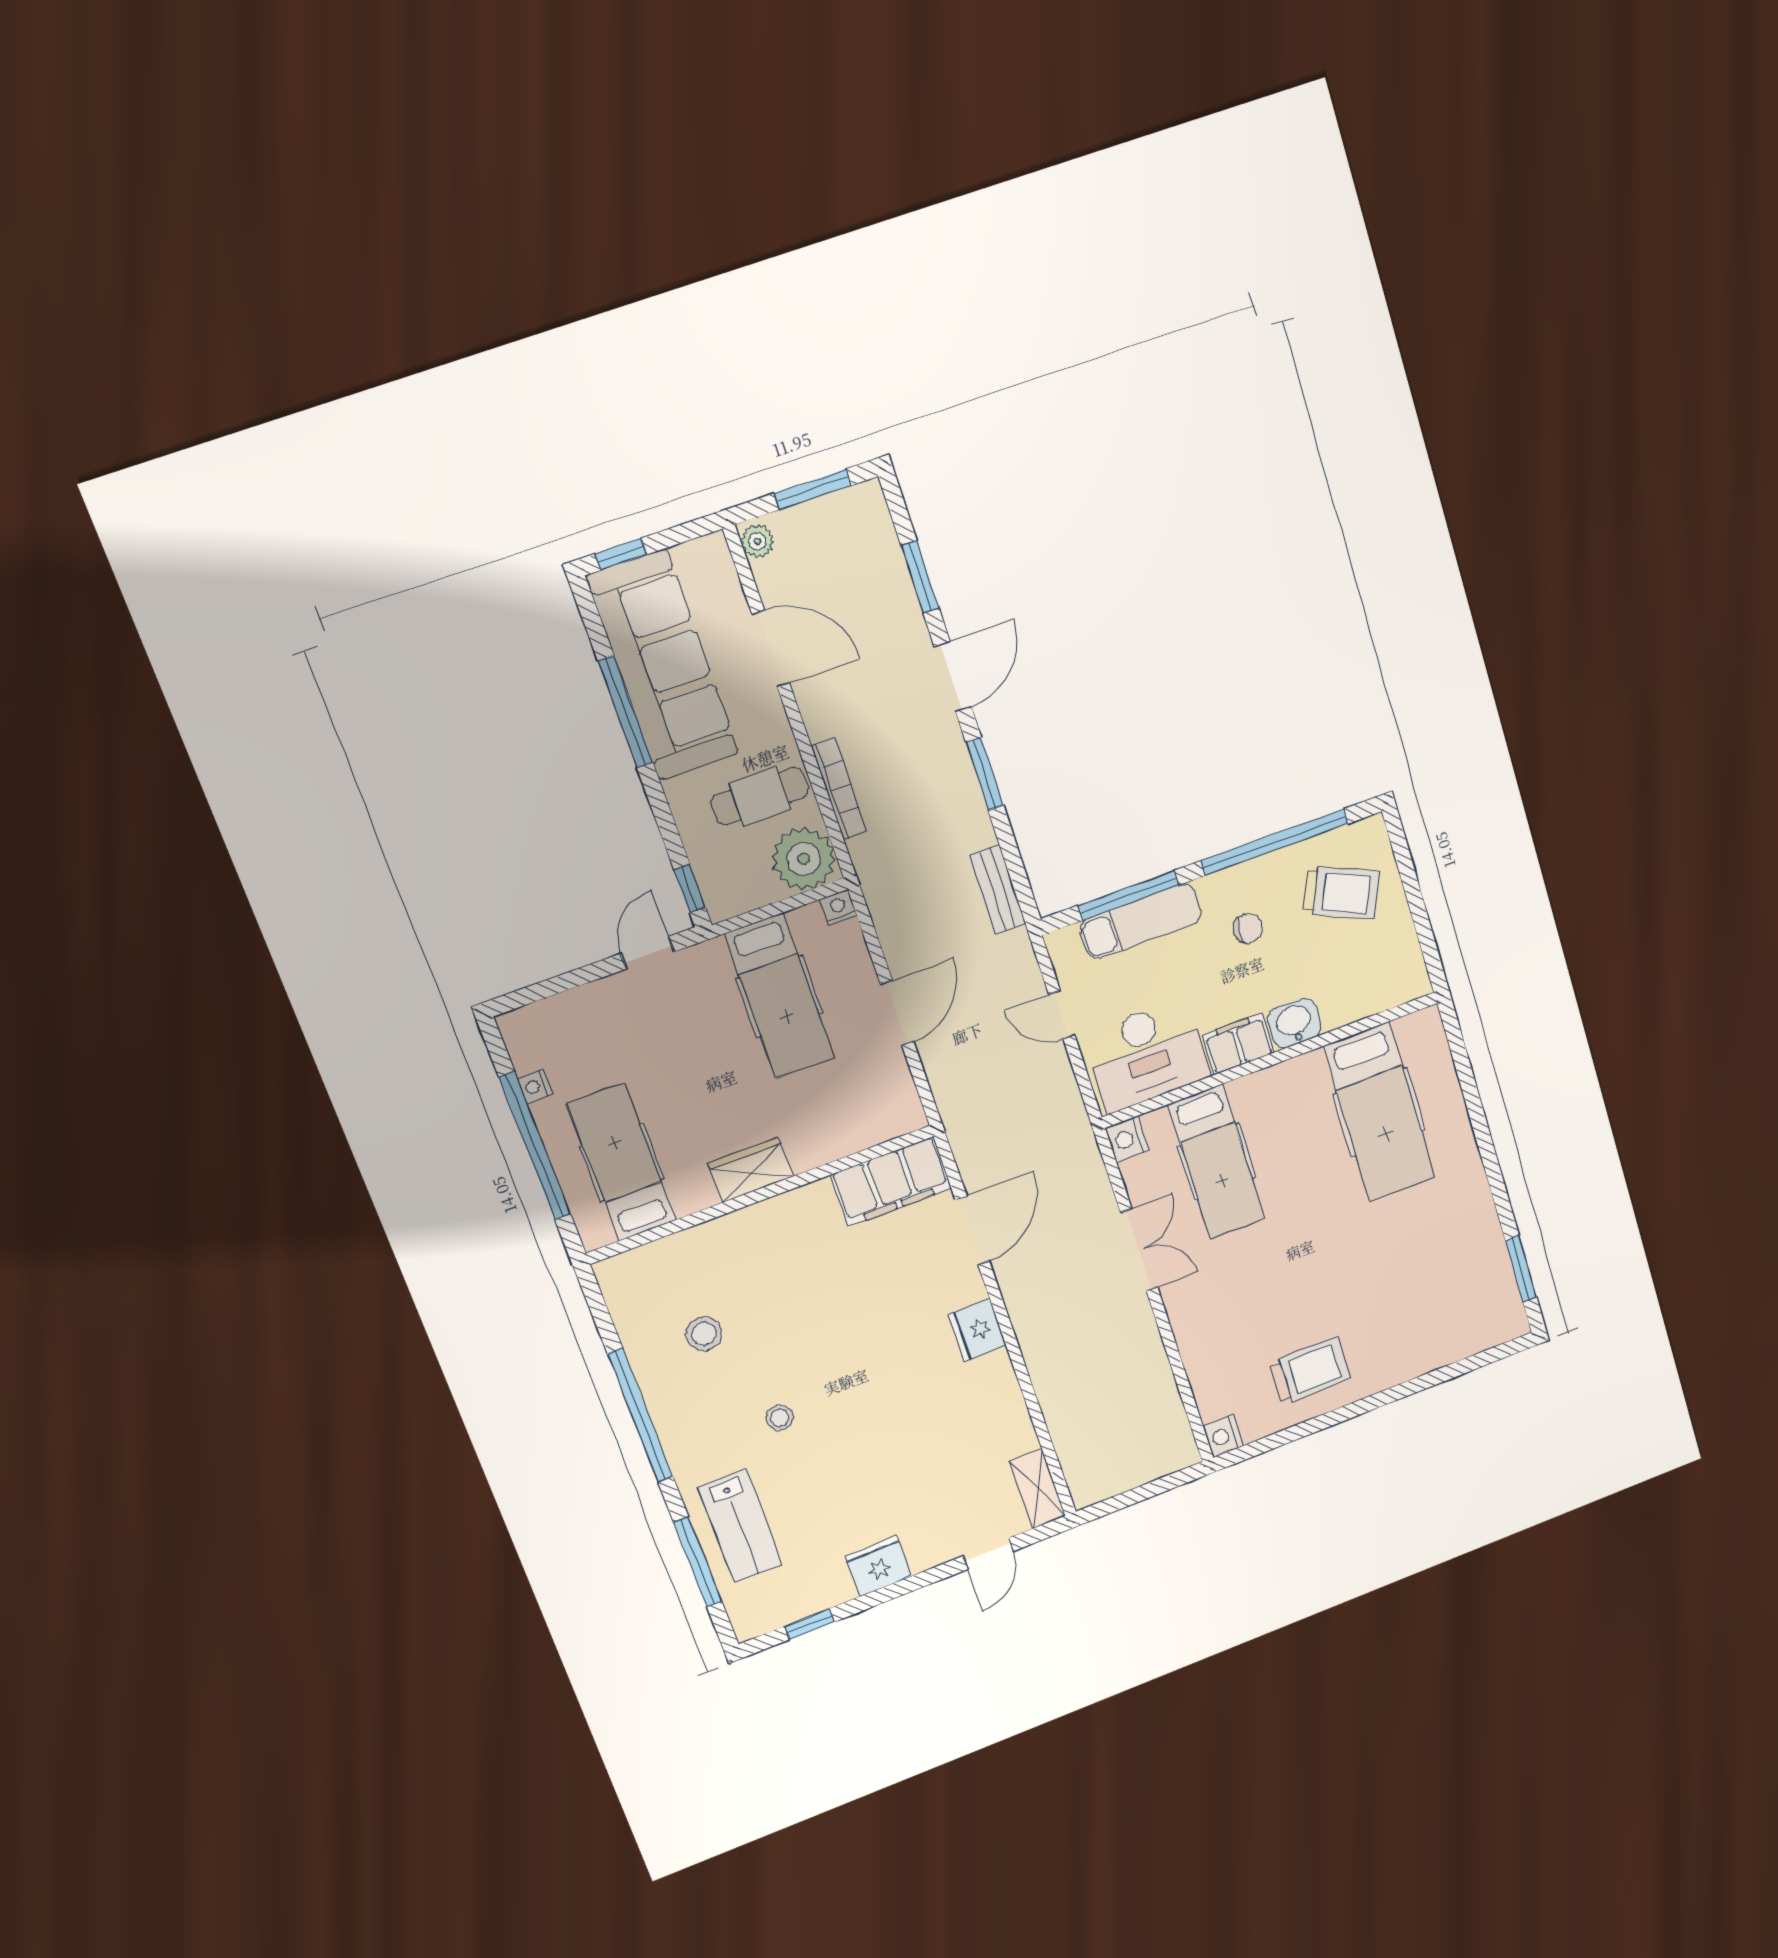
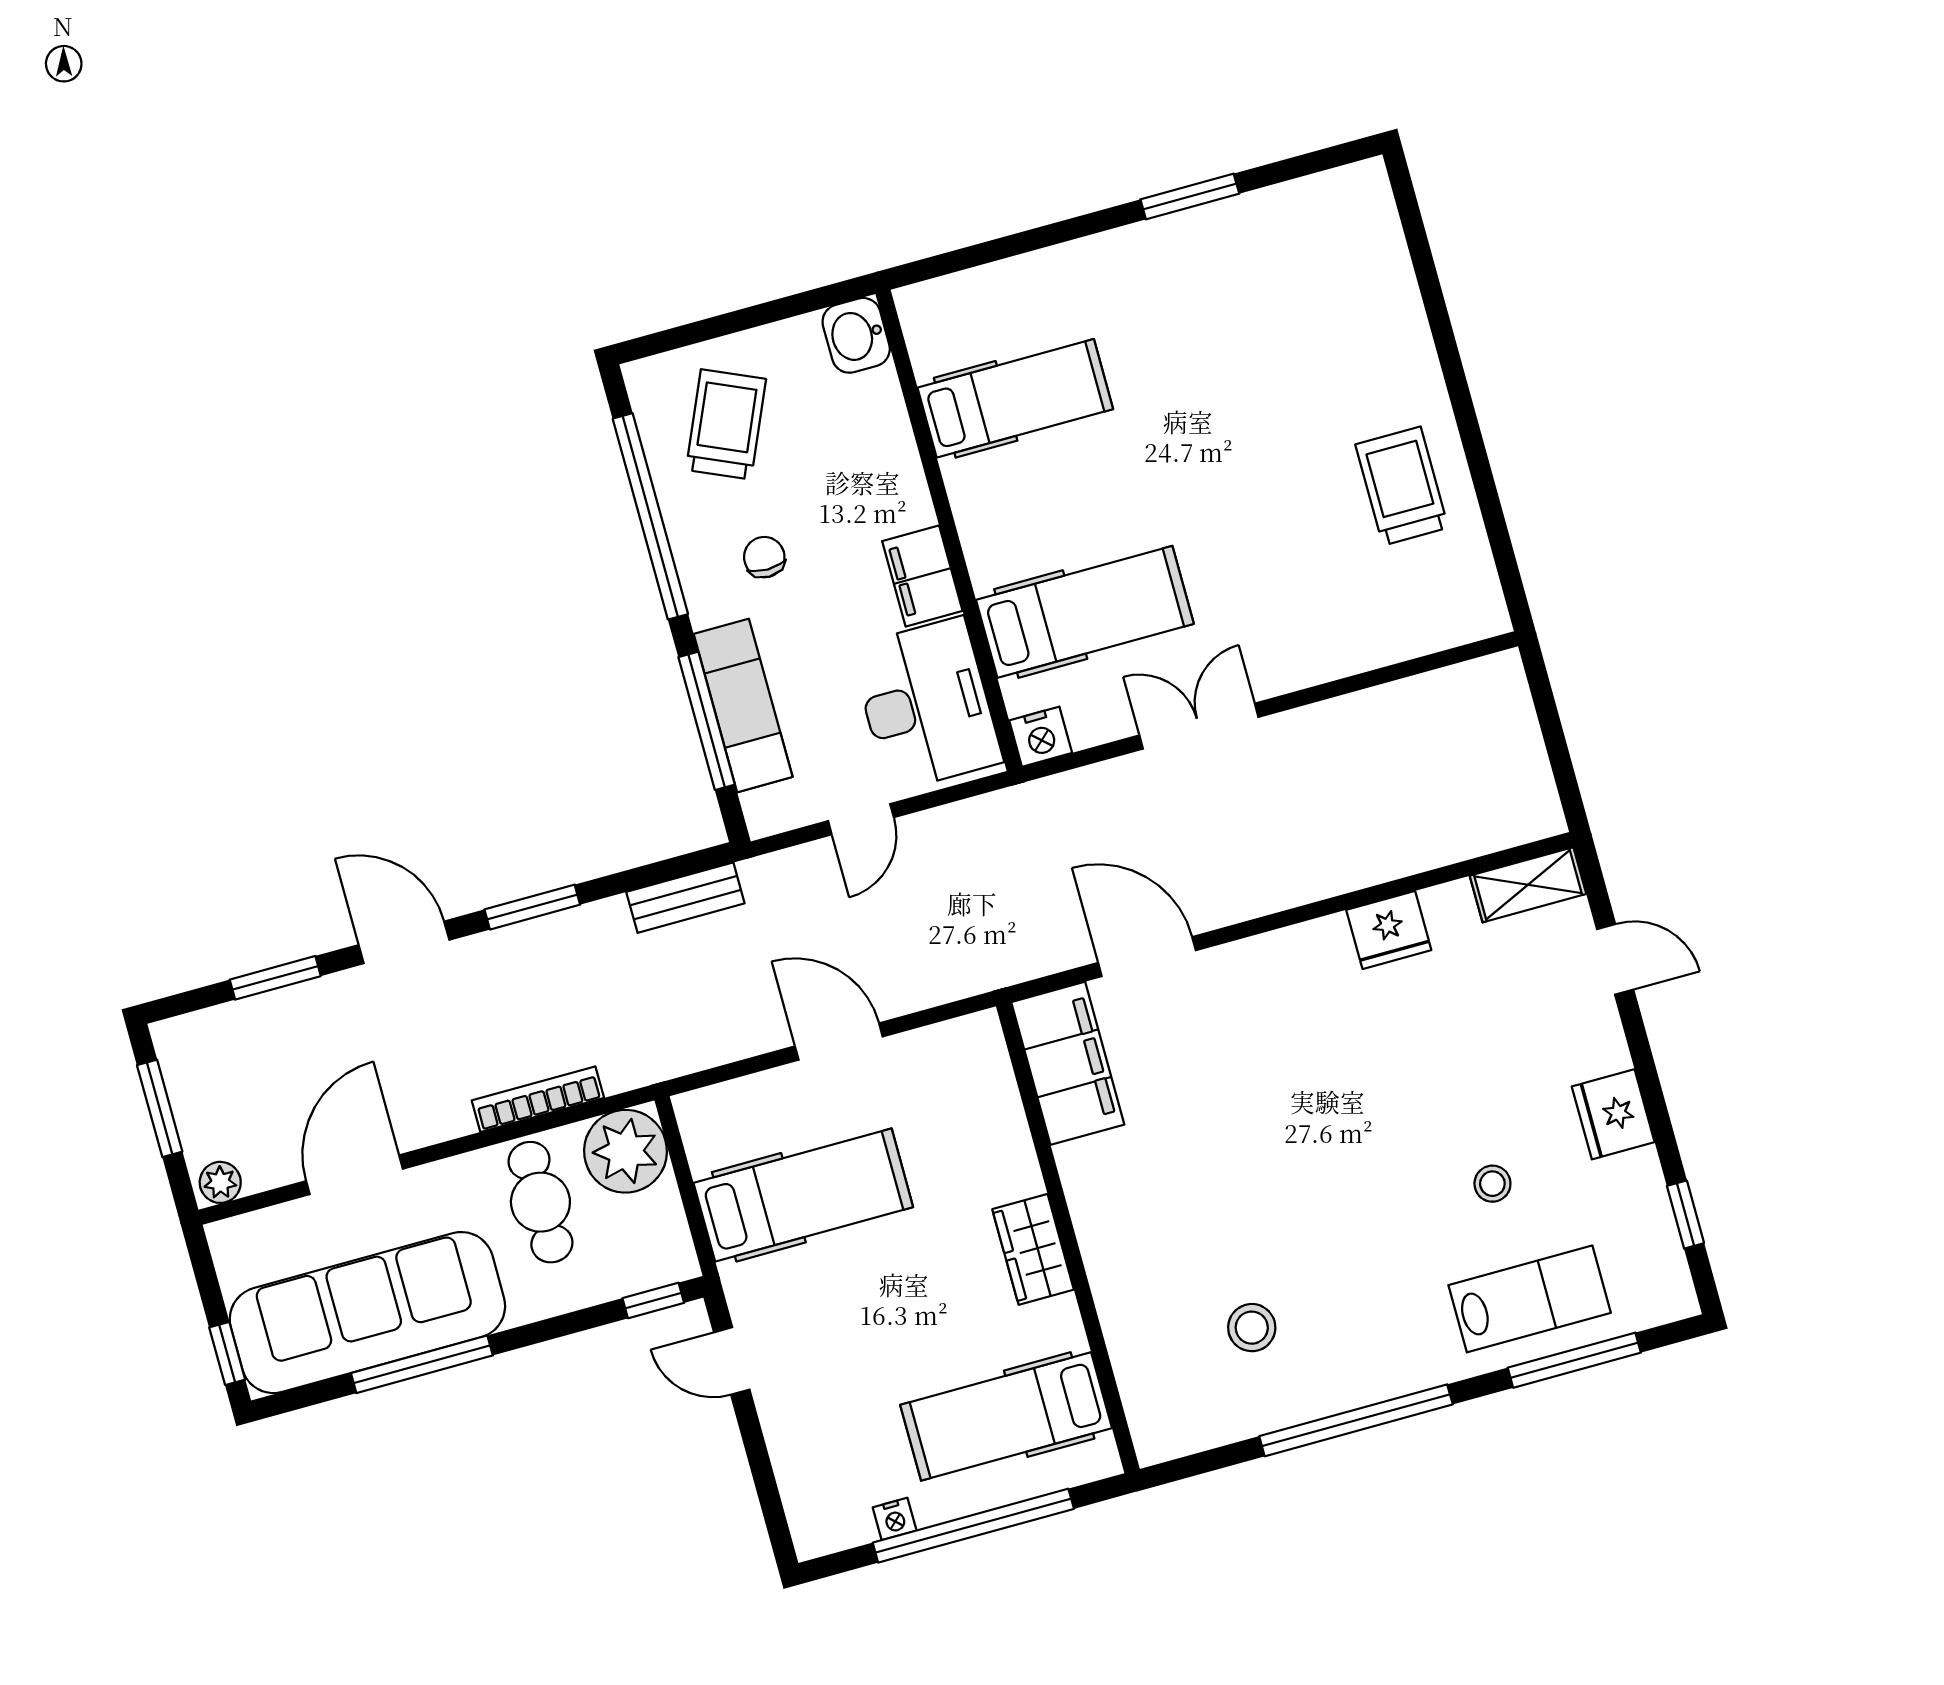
nightstand: (838, 907) -> (692, 1110), removed
washbasin: (1294, 1023) -> (856, 335), moved
hospital bed: (1379, 1112) -> (1015, 398), width x0.73, depth x0.78
window: (1521, 1269) -> (1190, 196), moved
fridge: (977, 1330) -> (1389, 930), moved
stool: (780, 1418) -> (1492, 1184), moved
nightstand: (1223, 1436) -> (1483, 615), removed

